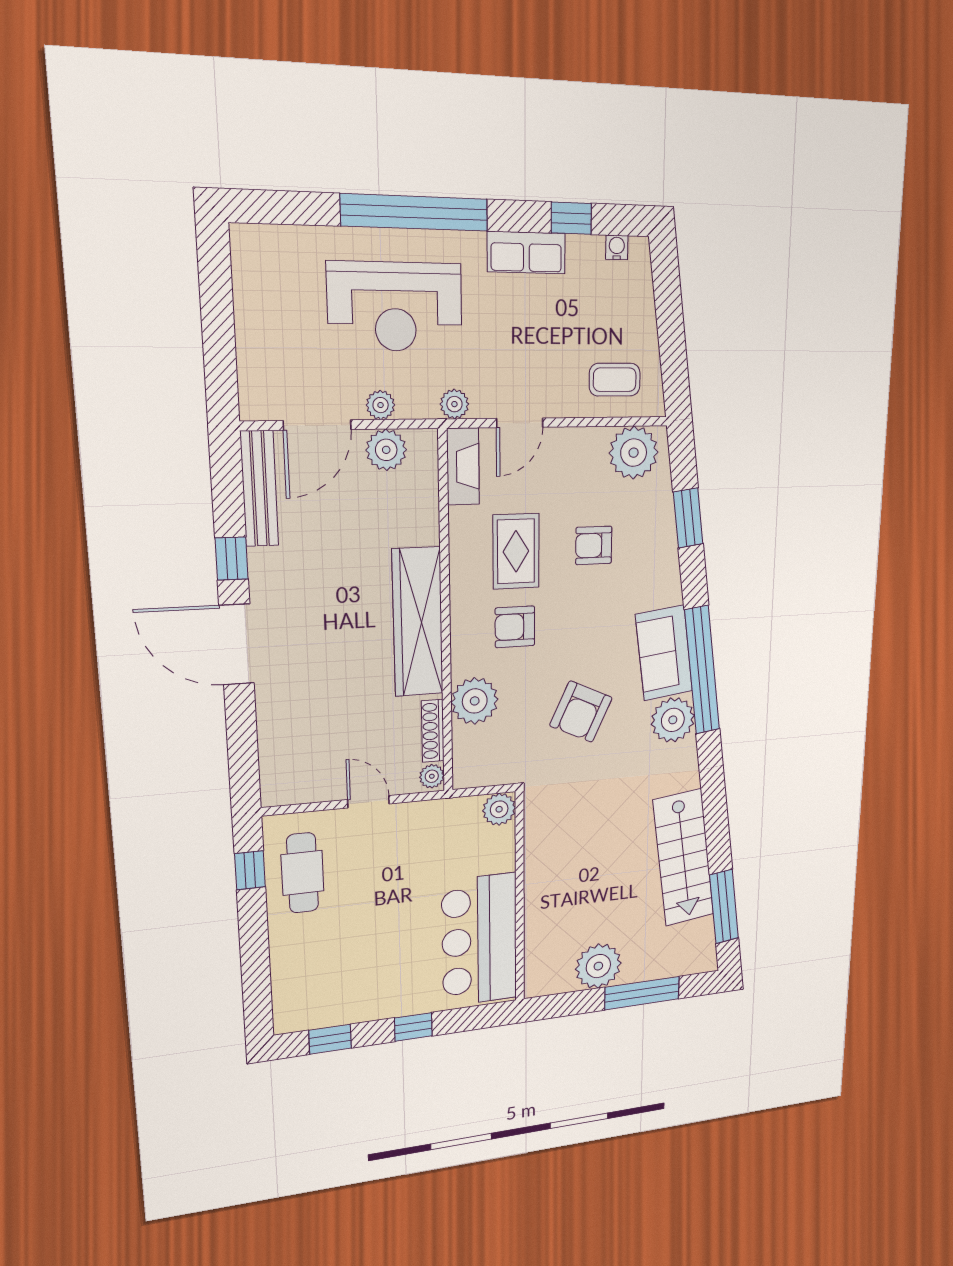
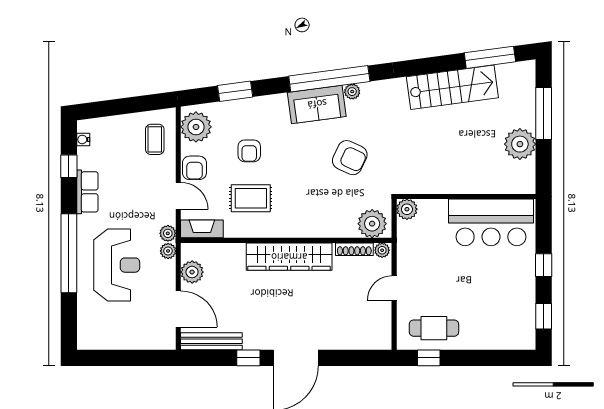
plant: (381, 405) -> (168, 251), moved
armchair: (515, 627) -> (194, 168), moved
plant: (475, 701) -> (372, 224), moved
plant: (673, 720) -> (352, 92), width x0.53, depth x0.53

